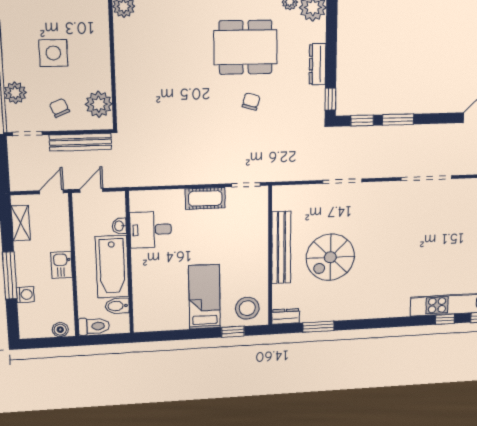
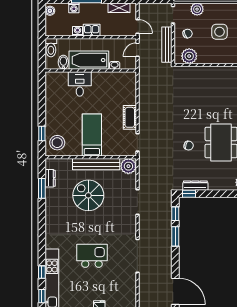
dresser: (317, 64) -> (195, 186), moved
door: (91, 190) -> (137, 50), swing flipped
plant: (285, 197) -> (128, 166), added
desk: (151, 230) -> (80, 84), moved
kitchen island: (424, 247) -> (92, 256), added
washing machine: (65, 287) -> (78, 31), added
bed: (204, 297) -> (92, 135), moved, turned -90
dresser: (286, 316) -> (50, 178), moved
boiler: (60, 330) -> (50, 11), moved

